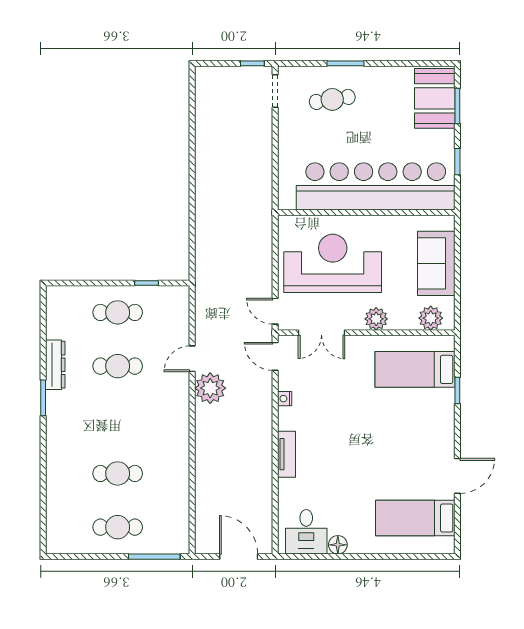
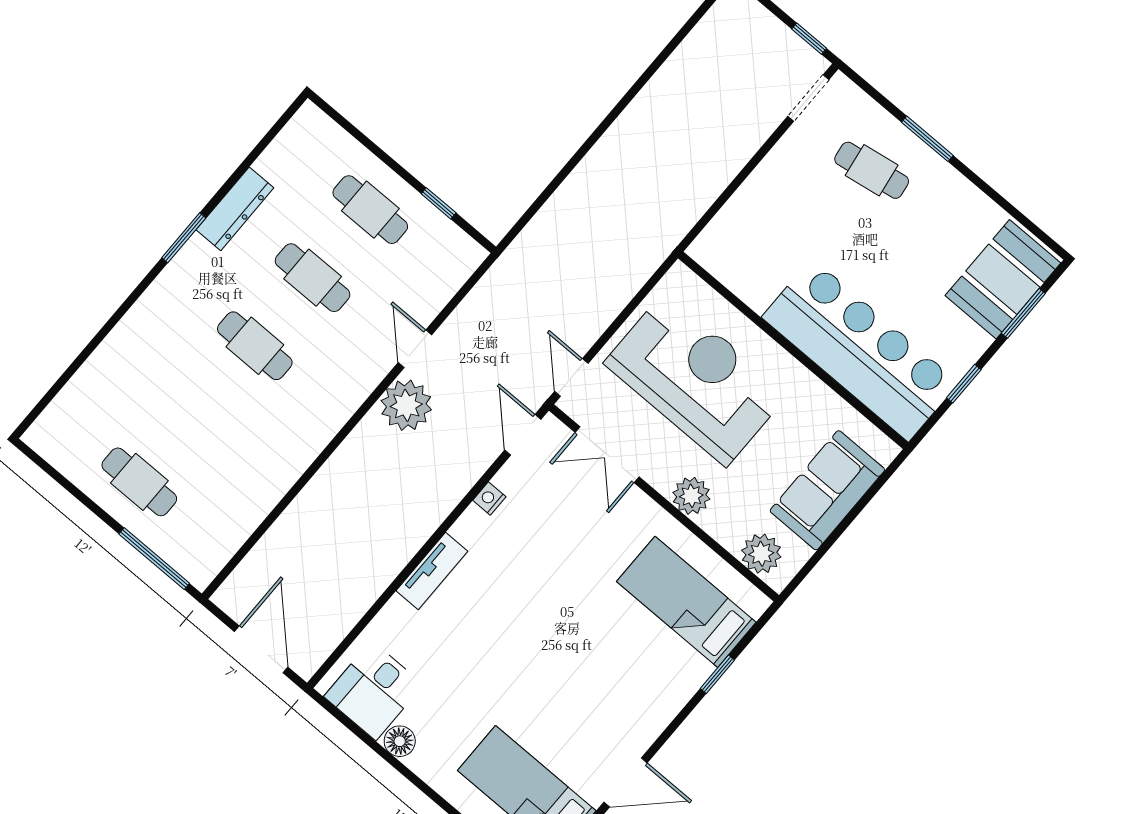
bar counter: (376, 186) -> (860, 350), width x0.73
door: (192, 359) -> (415, 349), hinge flipped
cafe table: (118, 473) -> (255, 346), moved

